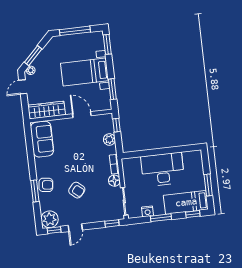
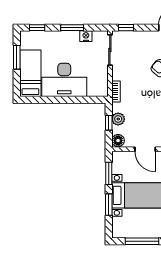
window: (107, 44) -> (109, 205), moved
window: (117, 125) -> (109, 123), moved
floor lamp: (114, 181) -> (118, 141), moved
bed: (186, 202) -> (30, 73), moved, turned -90

